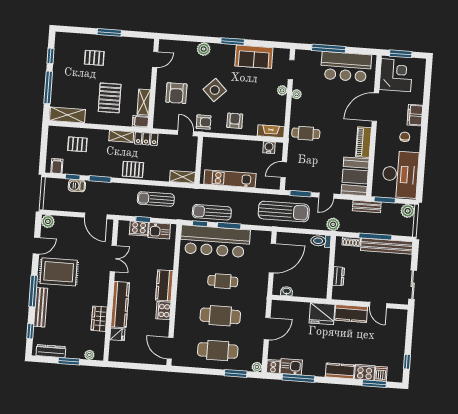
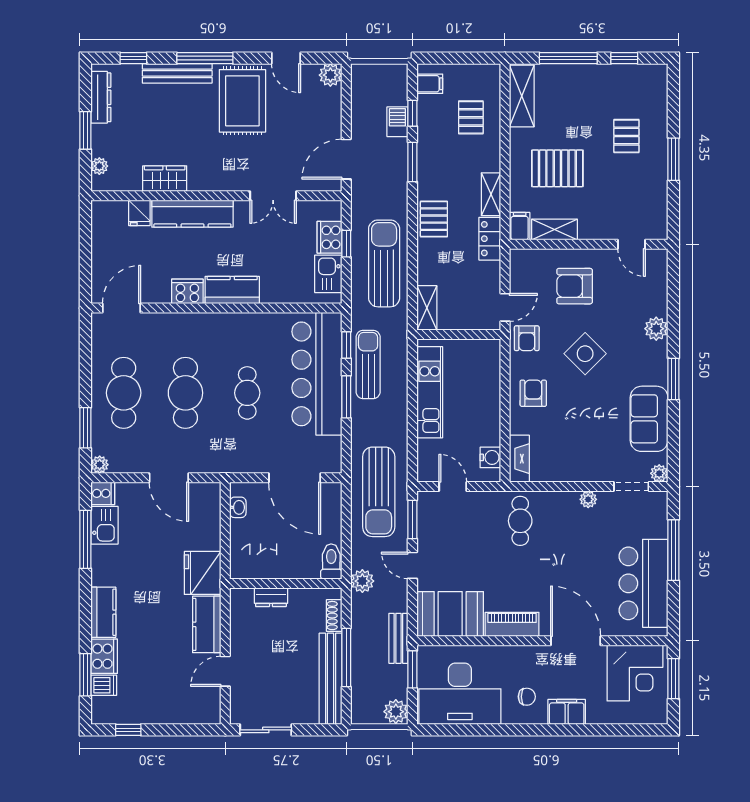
plant: (282, 90) -> (659, 473), moved
armchair: (235, 121) -> (533, 393), turned -90
sun lounger: (156, 199) -> (384, 263), width x1.36, depth x1.34

